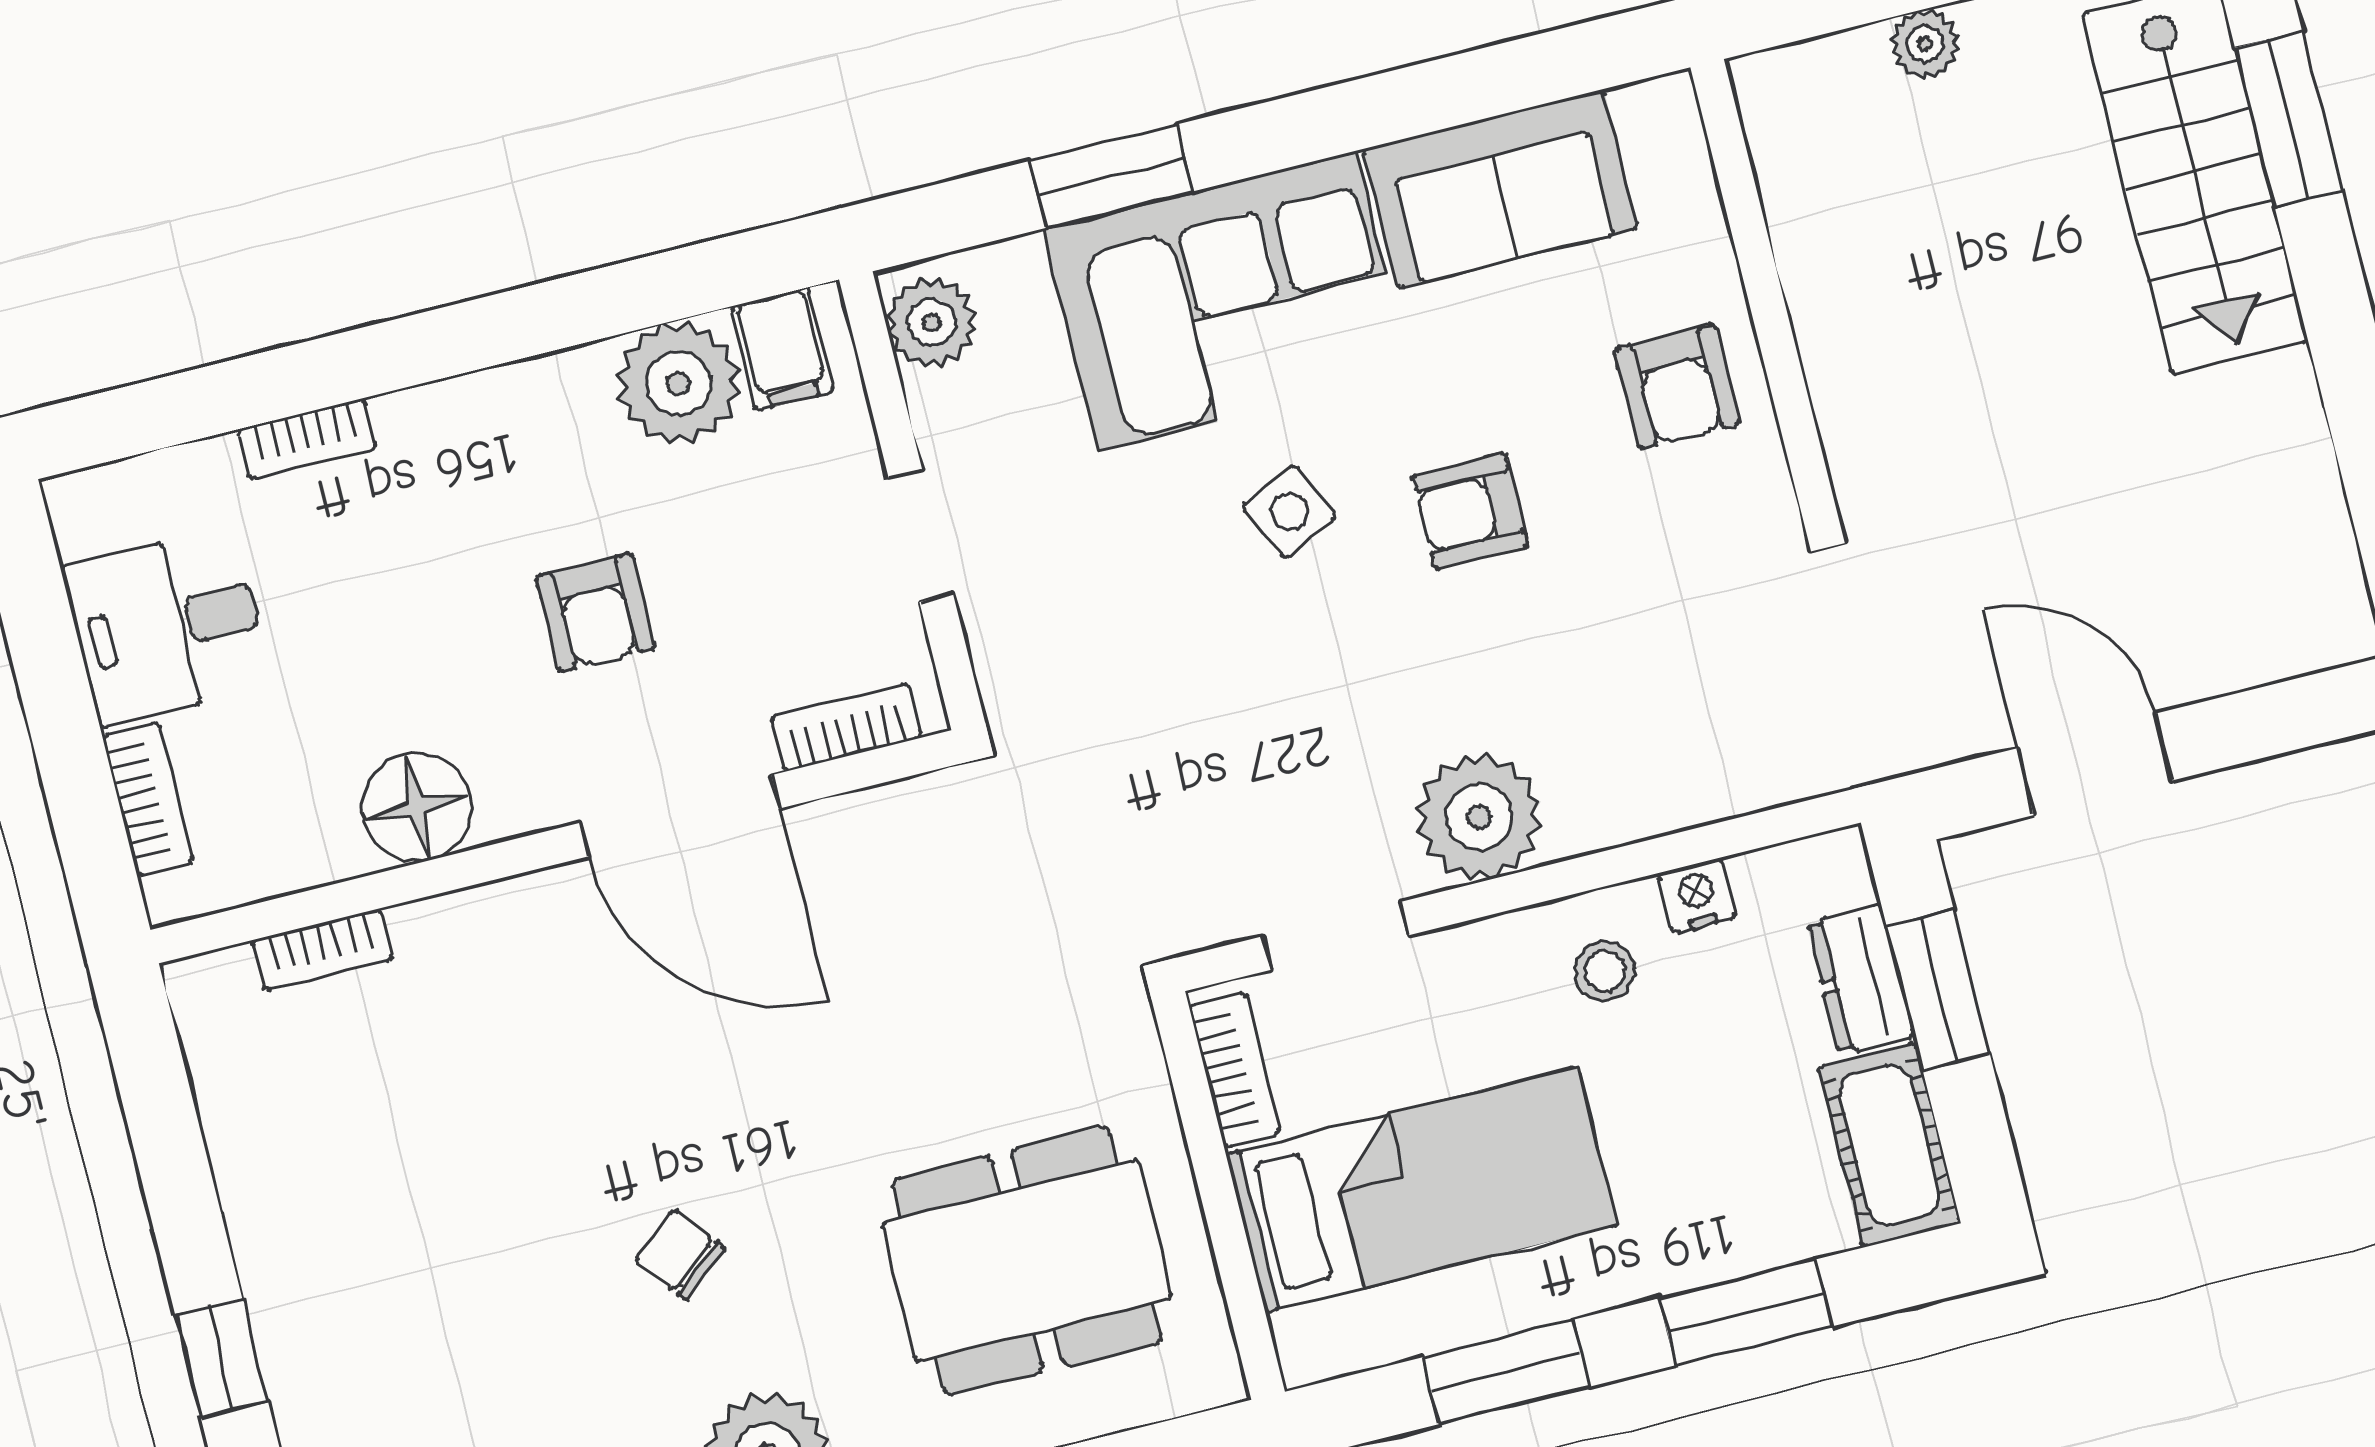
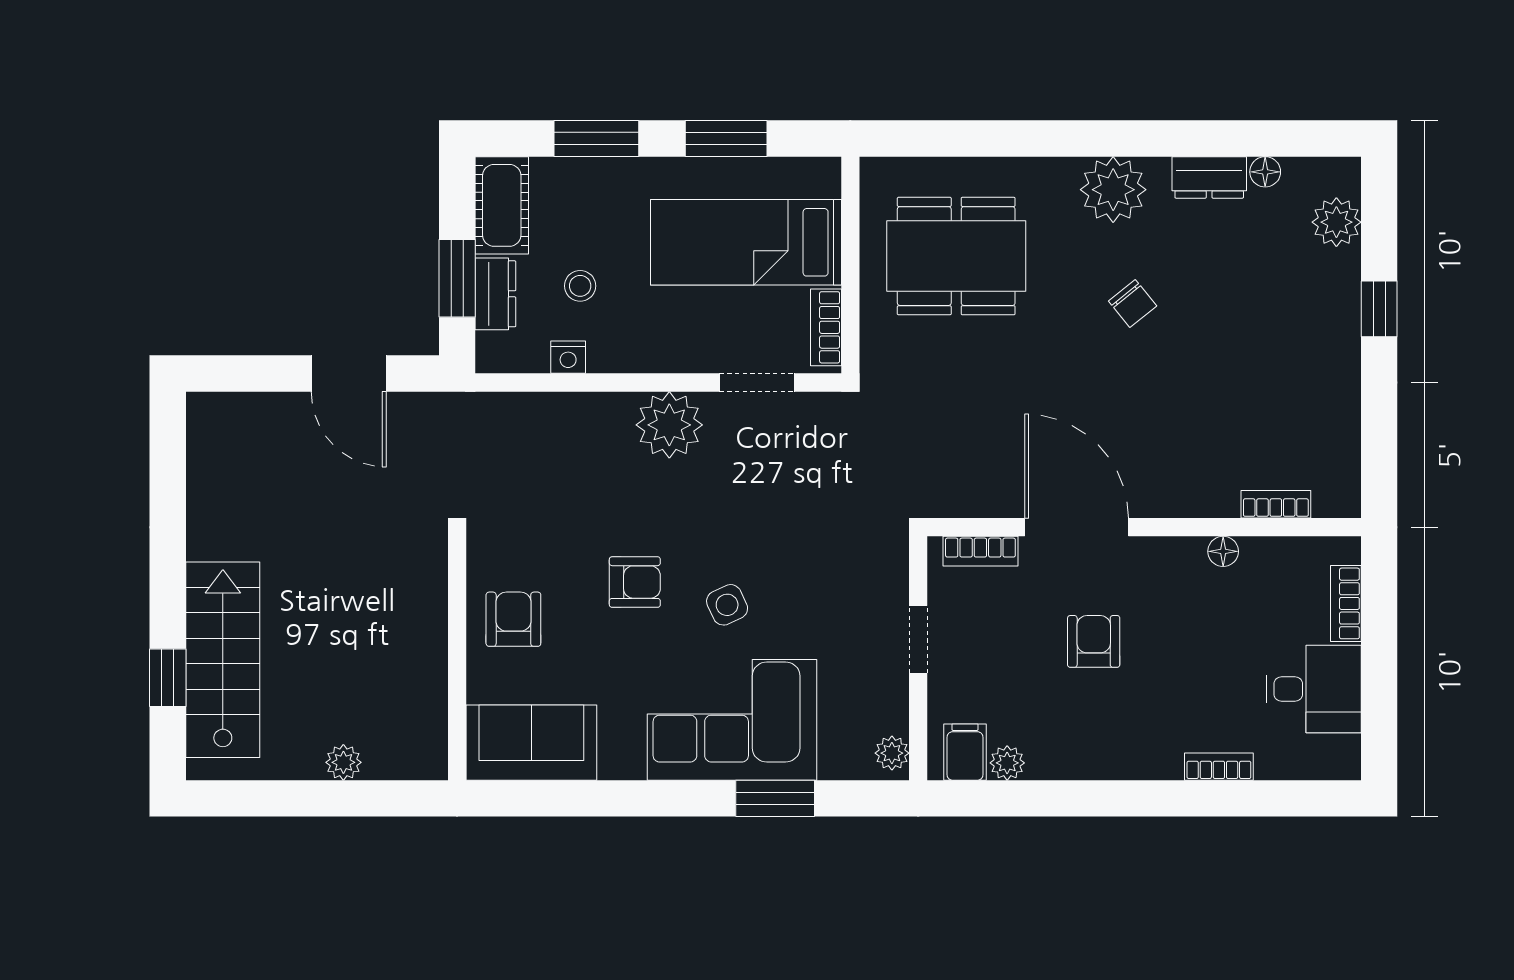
window: (2288, 119) -> (168, 678), width x0.67
sofa: (1500, 189) -> (531, 743), moved
plant: (932, 322) -> (892, 753), width x0.73, depth x0.73
plant: (678, 384) -> (1007, 763), width x0.53, depth x0.53
floor lamp: (417, 807) -> (1223, 551), width x0.53, depth x0.53
stool: (1605, 971) -> (580, 286), moved

